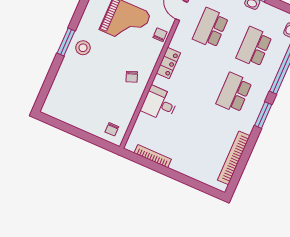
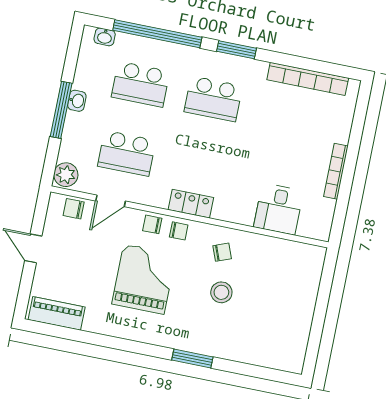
stool: (83, 48) -> (221, 292), moved
desk: (159, 104) -> (279, 209), moved
chair: (112, 129) -> (179, 231), moved
bookcase: (153, 156) -> (336, 171), moved

